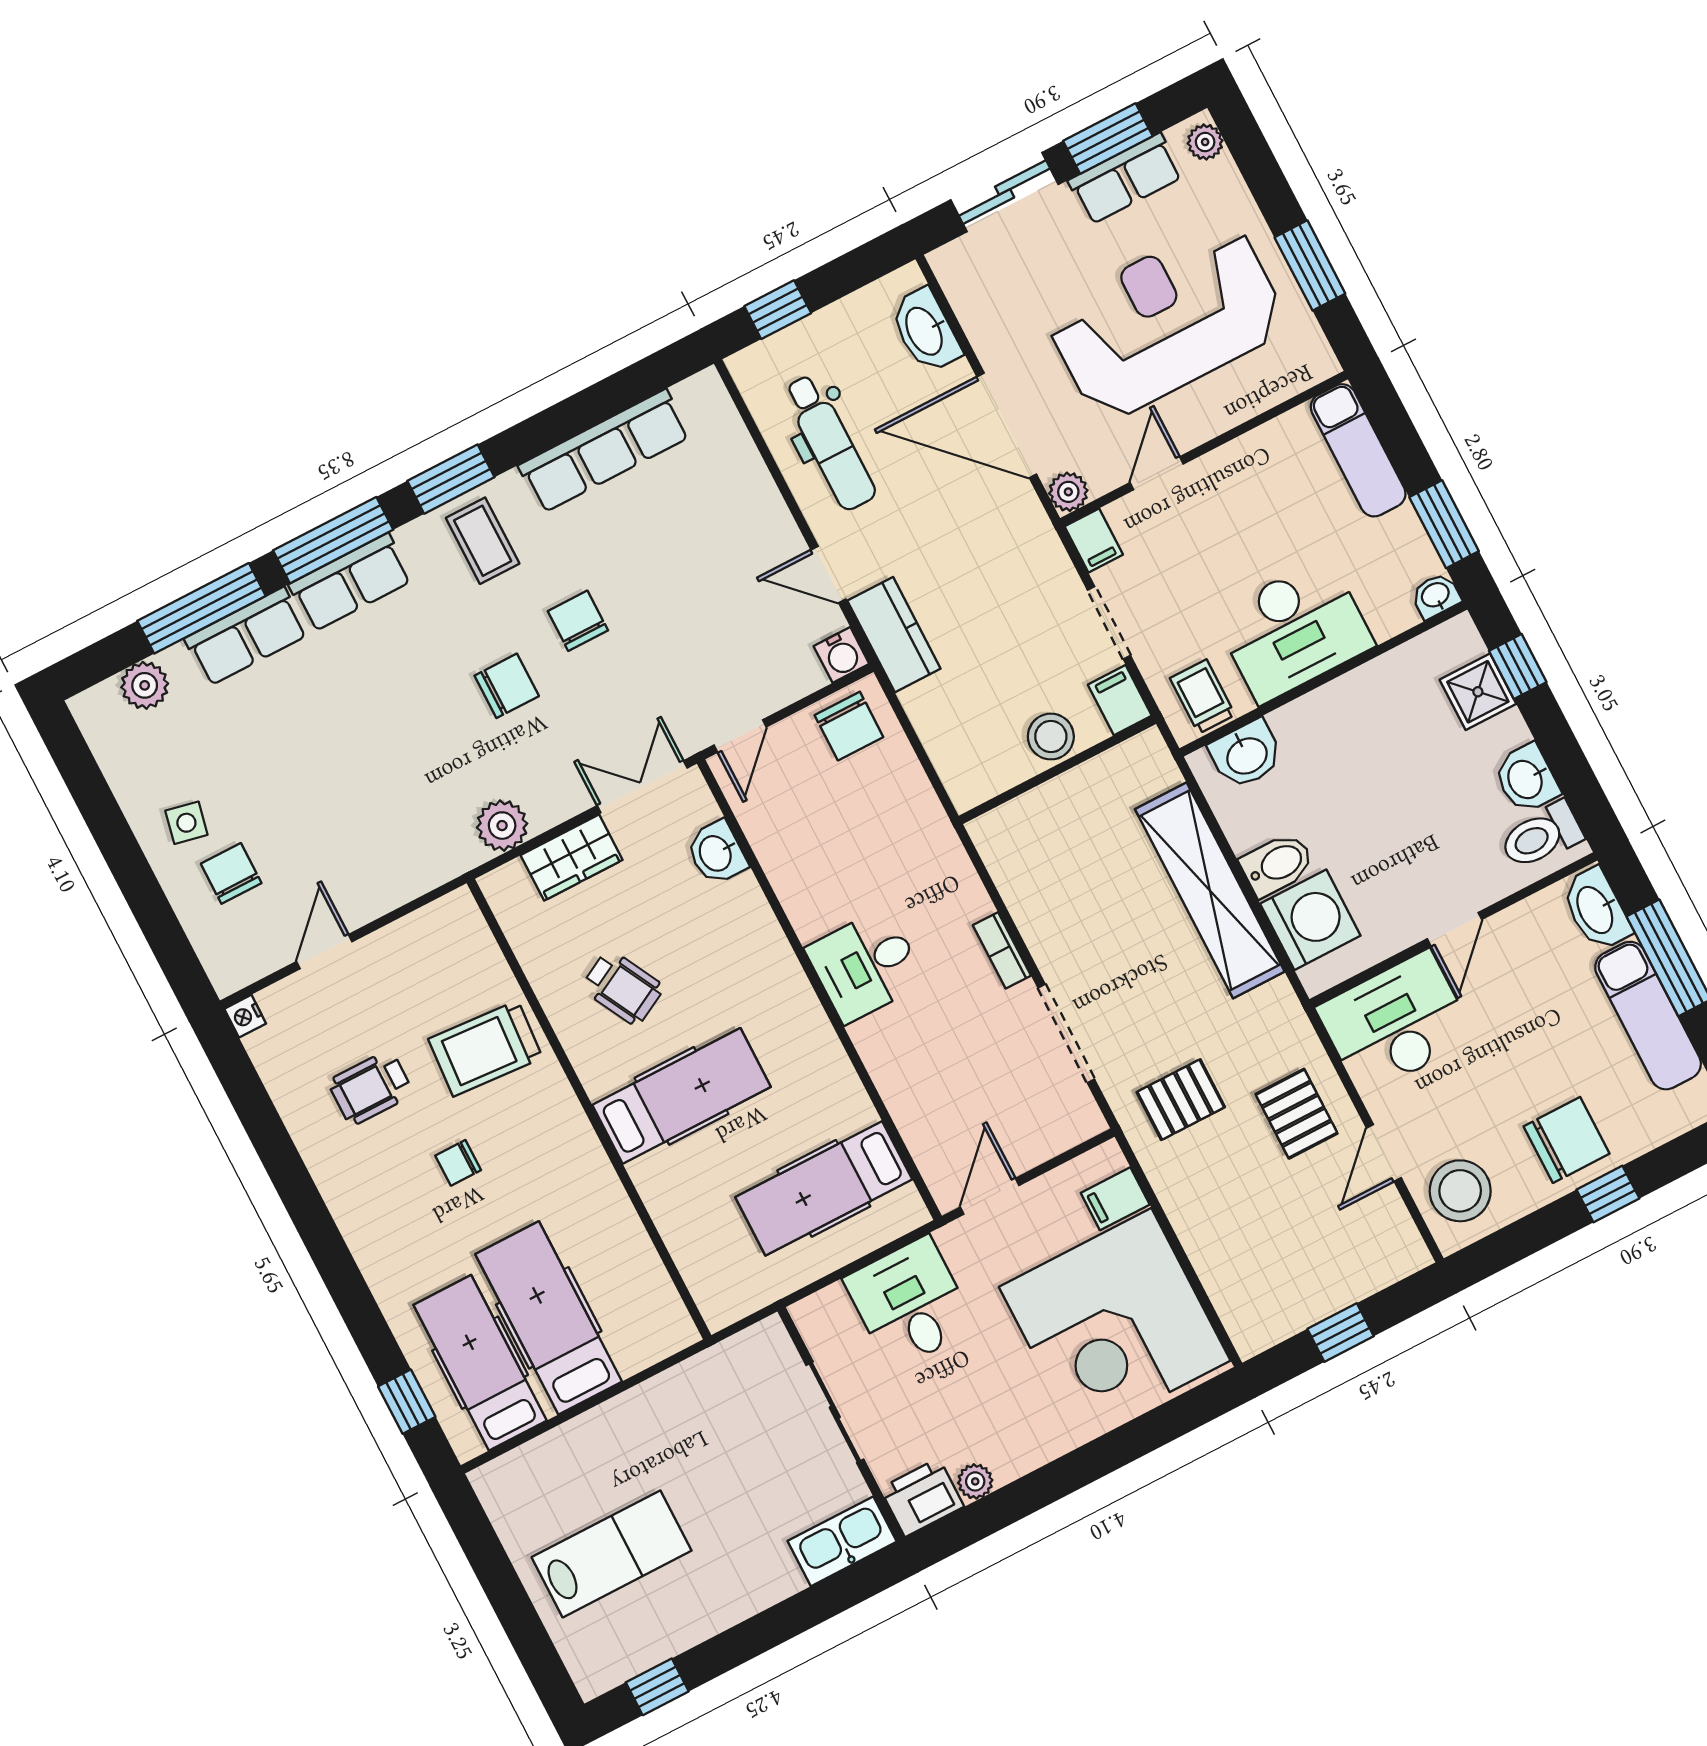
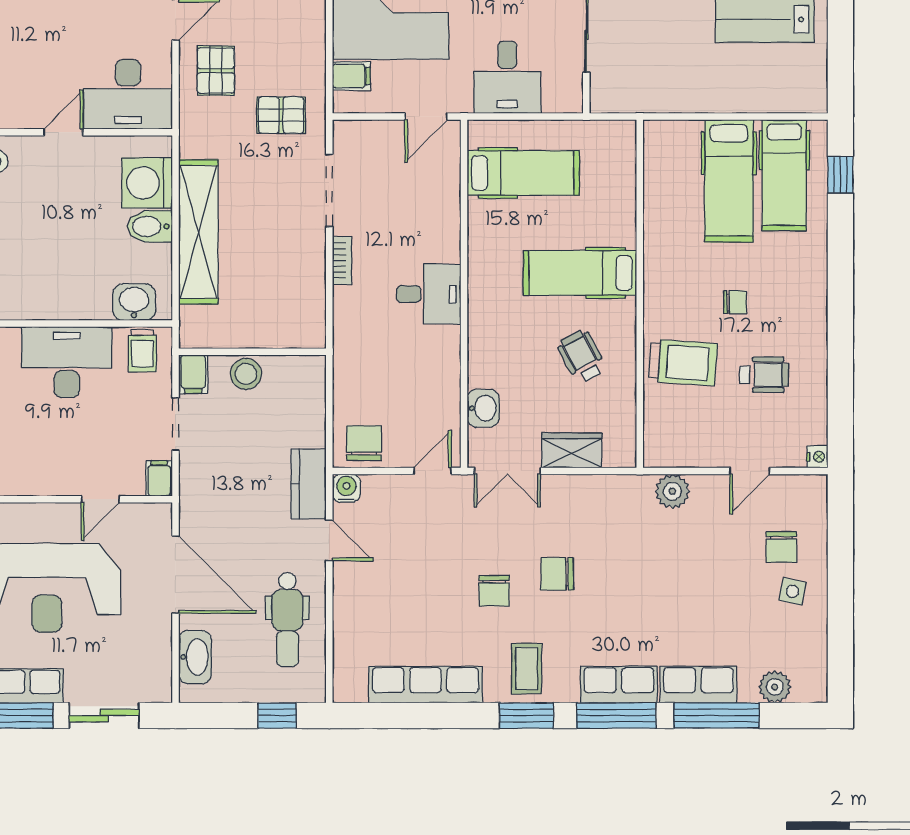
dental chair: (830, 442) -> (287, 620), turned 180
plant: (1068, 492) -> (159, 515), removed
plant: (502, 826) -> (672, 491), moved

